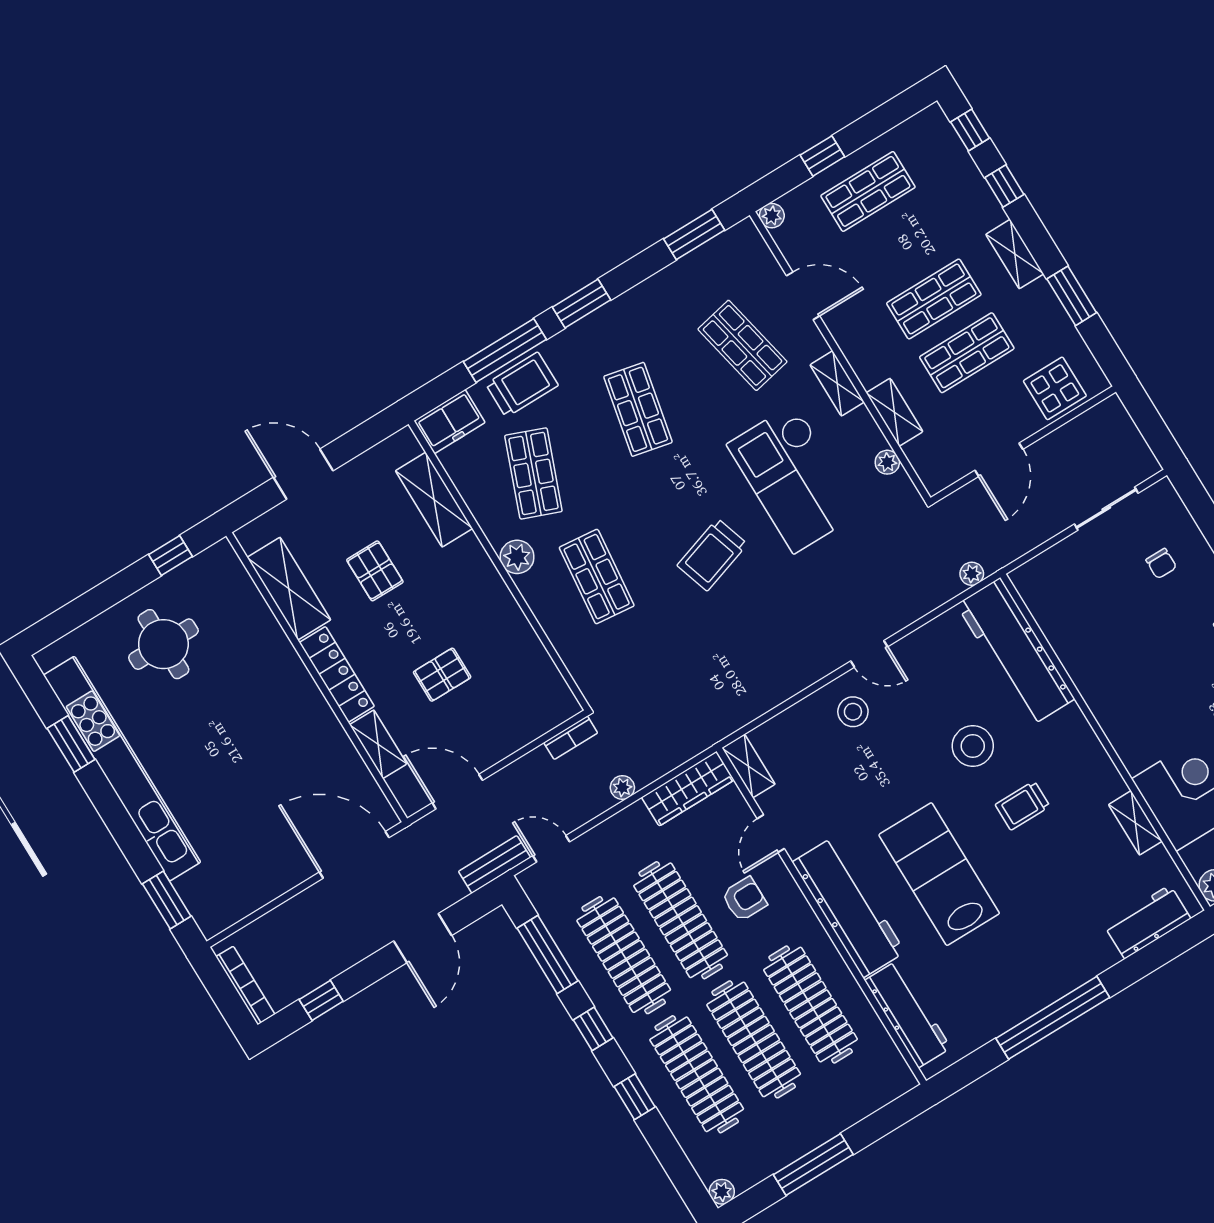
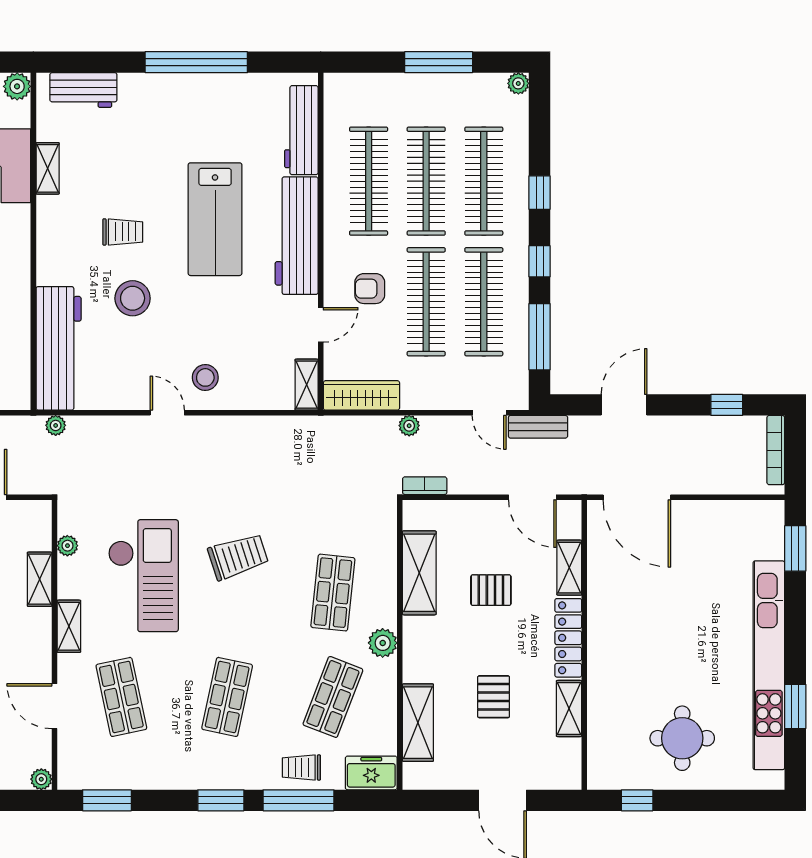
trolley: (522, 385) -> (301, 768), width x0.73, depth x0.72
shelving: (289, 589) -> (569, 708), width x0.67, depth x0.75
shelving: (523, 648) -> (419, 573), added

